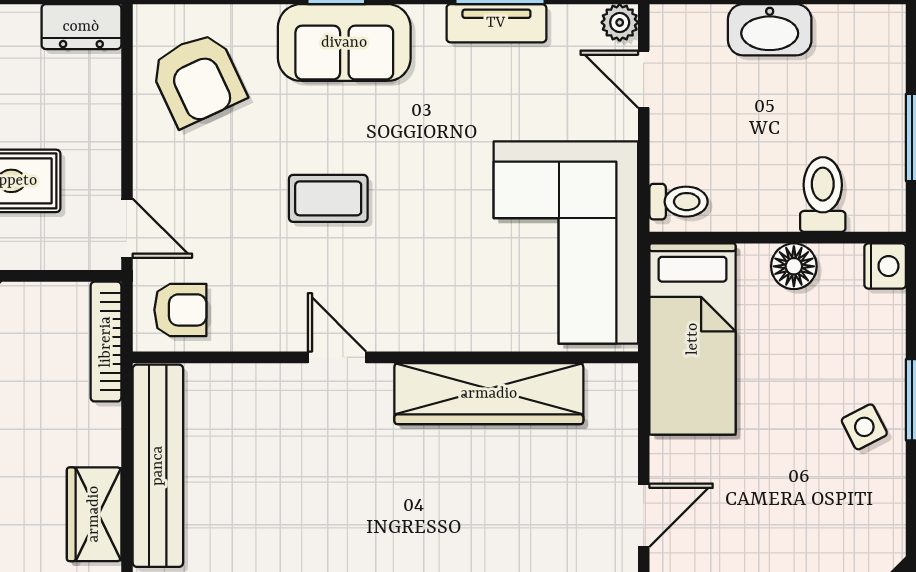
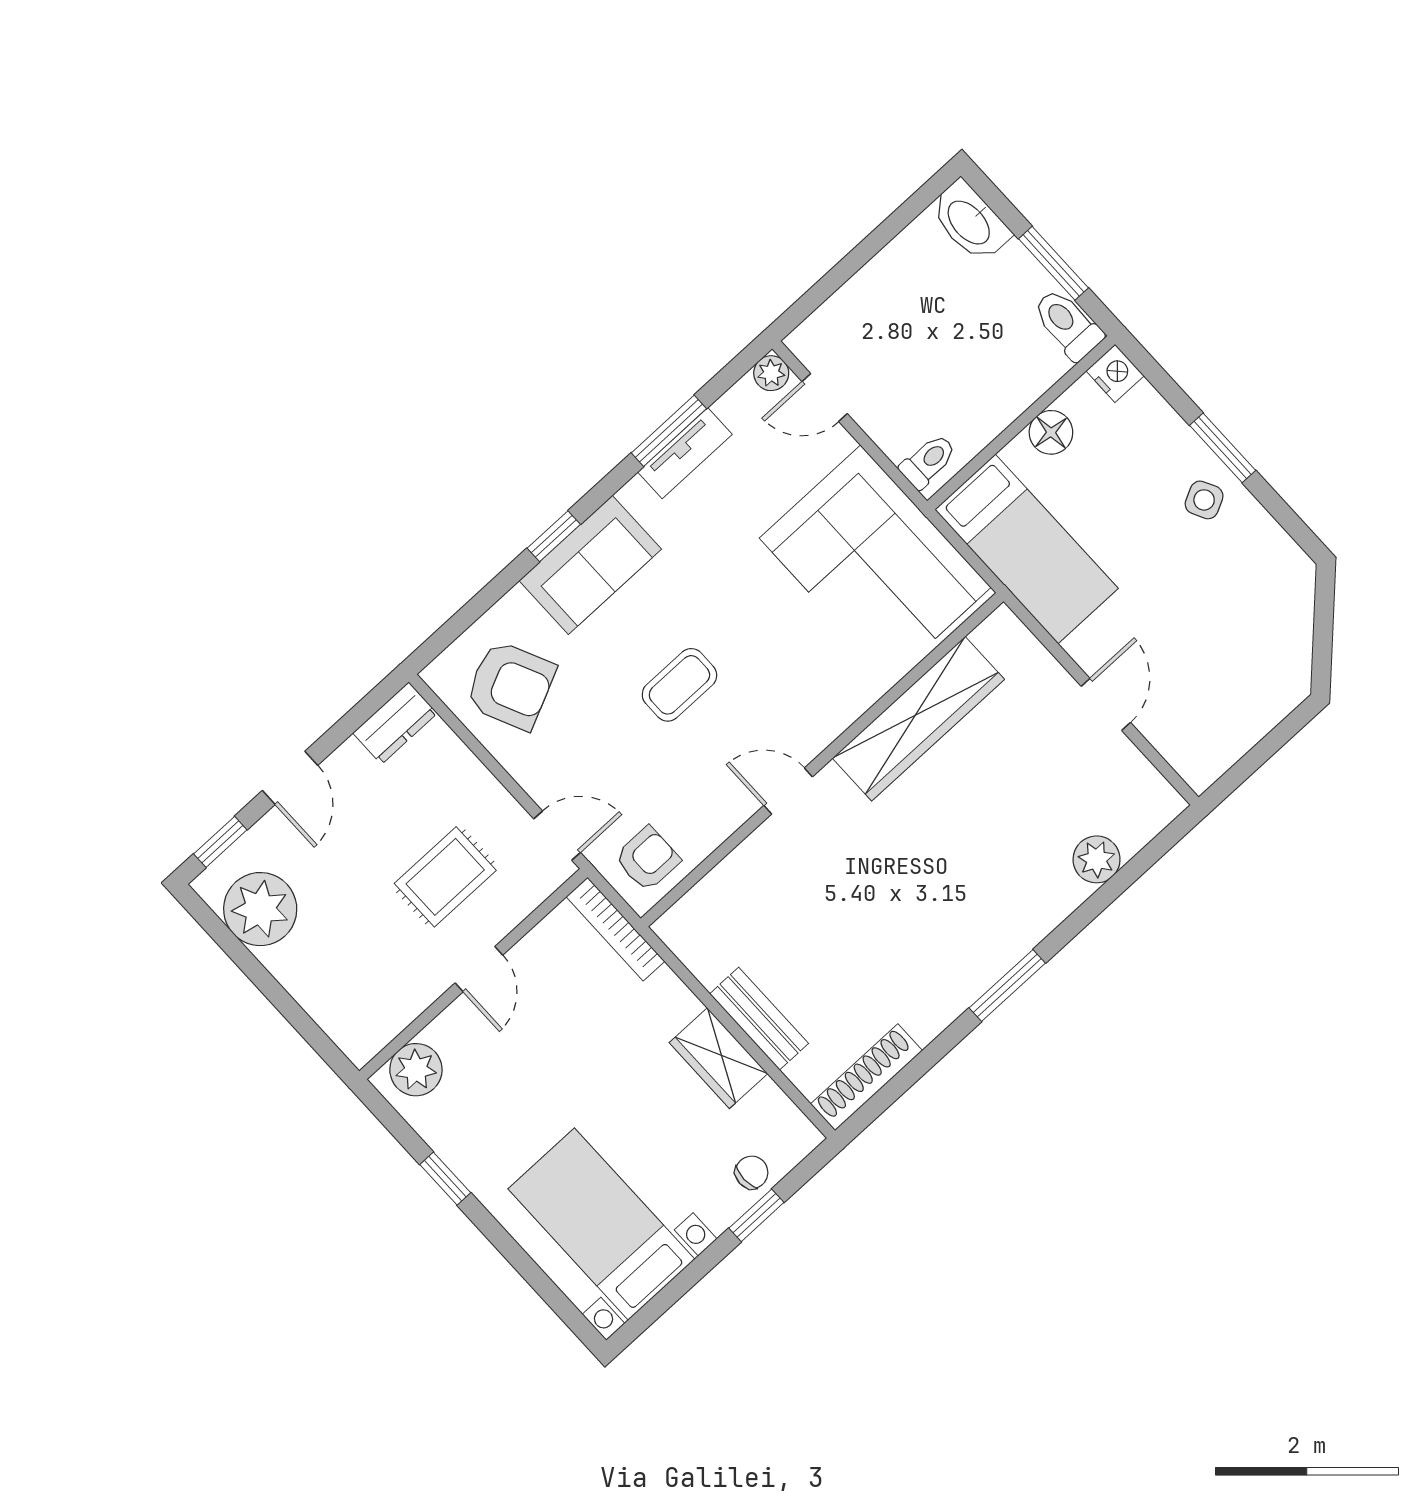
washbasin: (770, 30) -> (970, 222), moved, turned 90
toilet: (823, 195) -> (1068, 324), moved
bench: (158, 466) -> (759, 1019), width x0.54, depth x0.82

